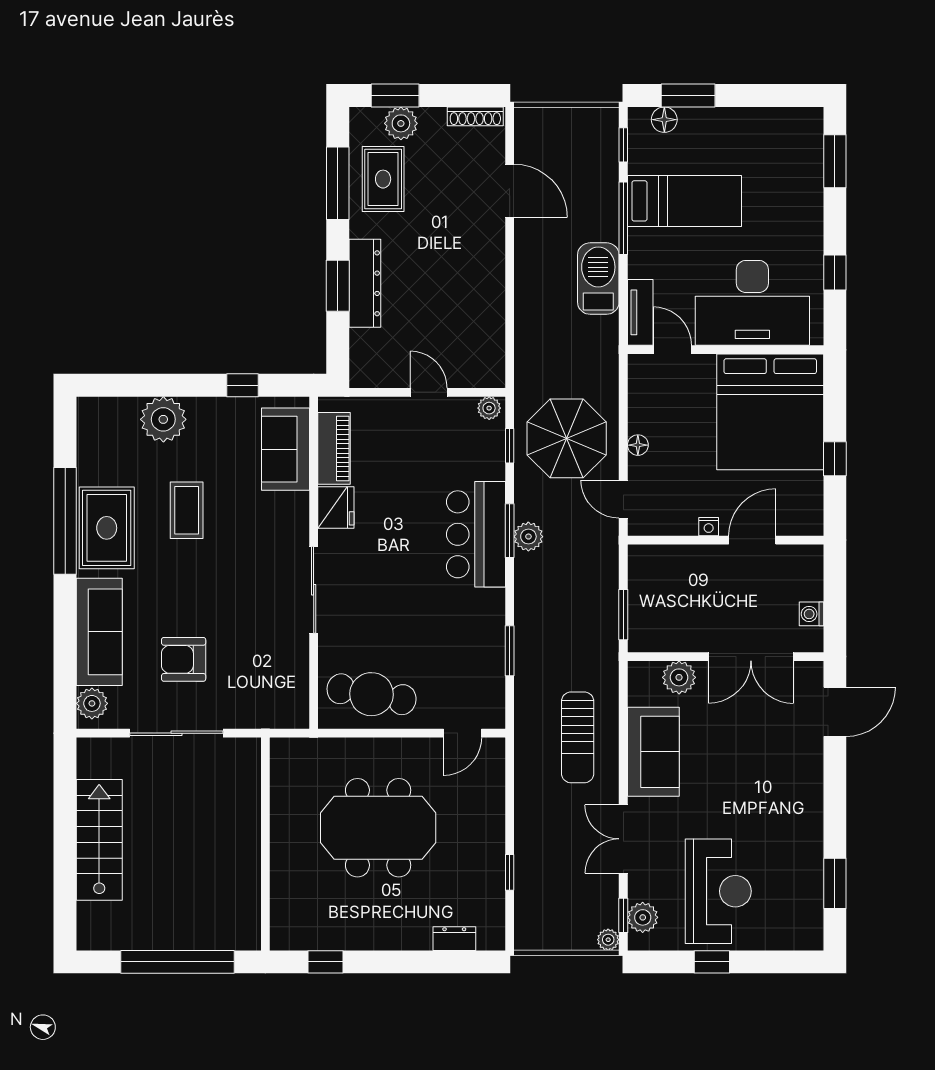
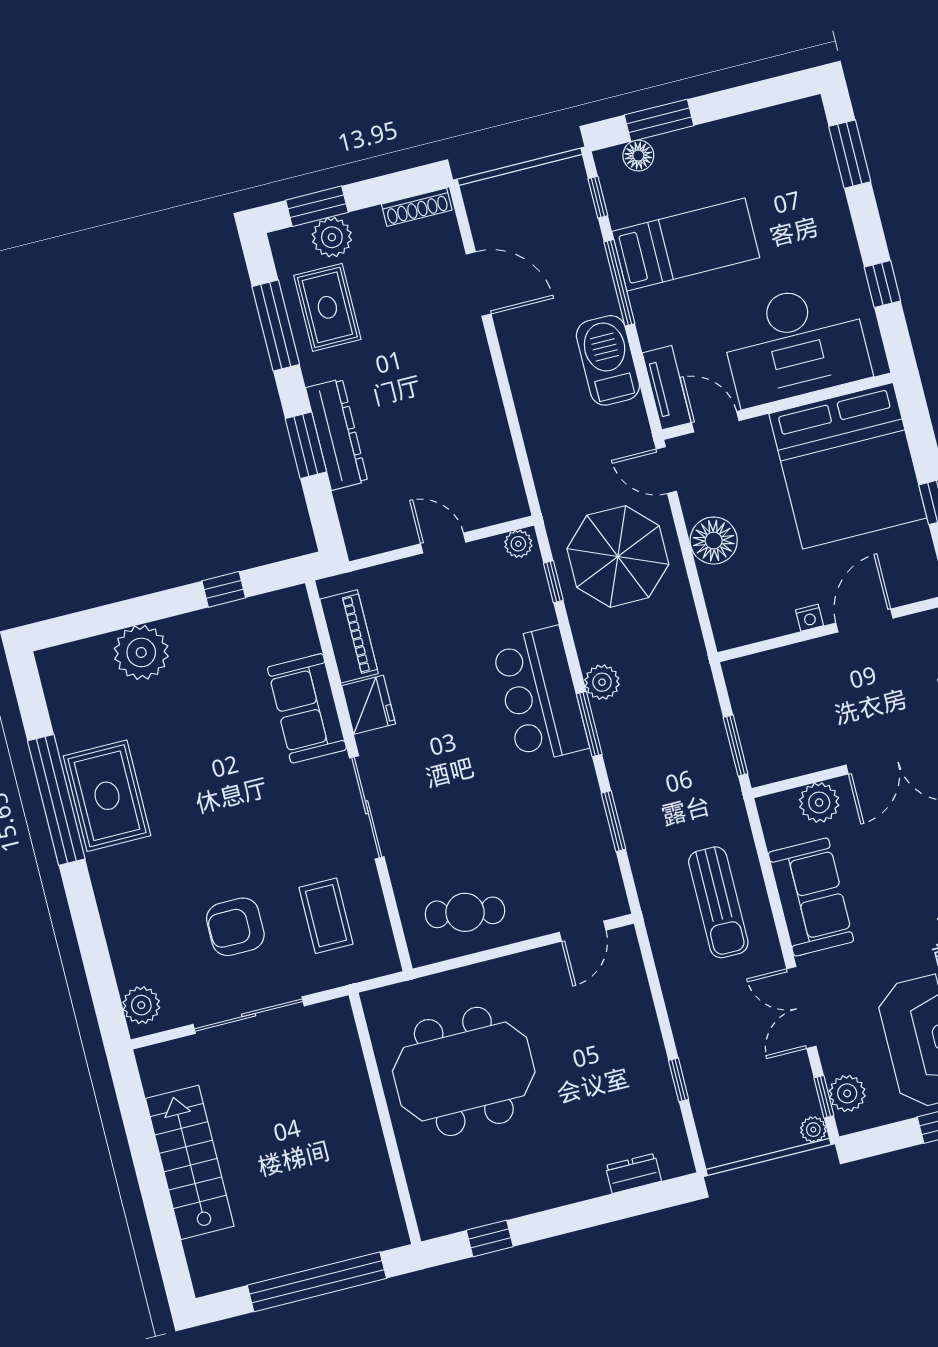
floor lamp: (638, 445) -> (714, 541), width x1.89, depth x1.89
sofa: (285, 449) -> (307, 708), moved
door: (623, 499) -> (666, 470), moved
coffee table: (187, 510) -> (326, 916), moved
window: (510, 531) -> (589, 724), moved
sofa: (99, 632) -> (129, 919), removed
cafe table: (372, 694) -> (465, 912), width x0.73, depth x0.74
meeting table: (378, 828) -> (464, 1071), moved

